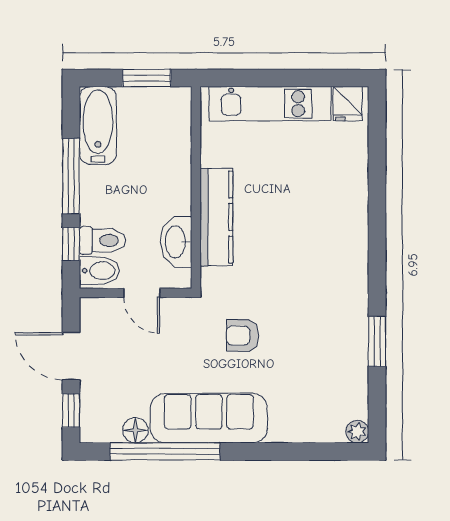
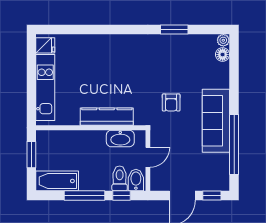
floor lamp: (135, 430) -> (223, 55), moved

